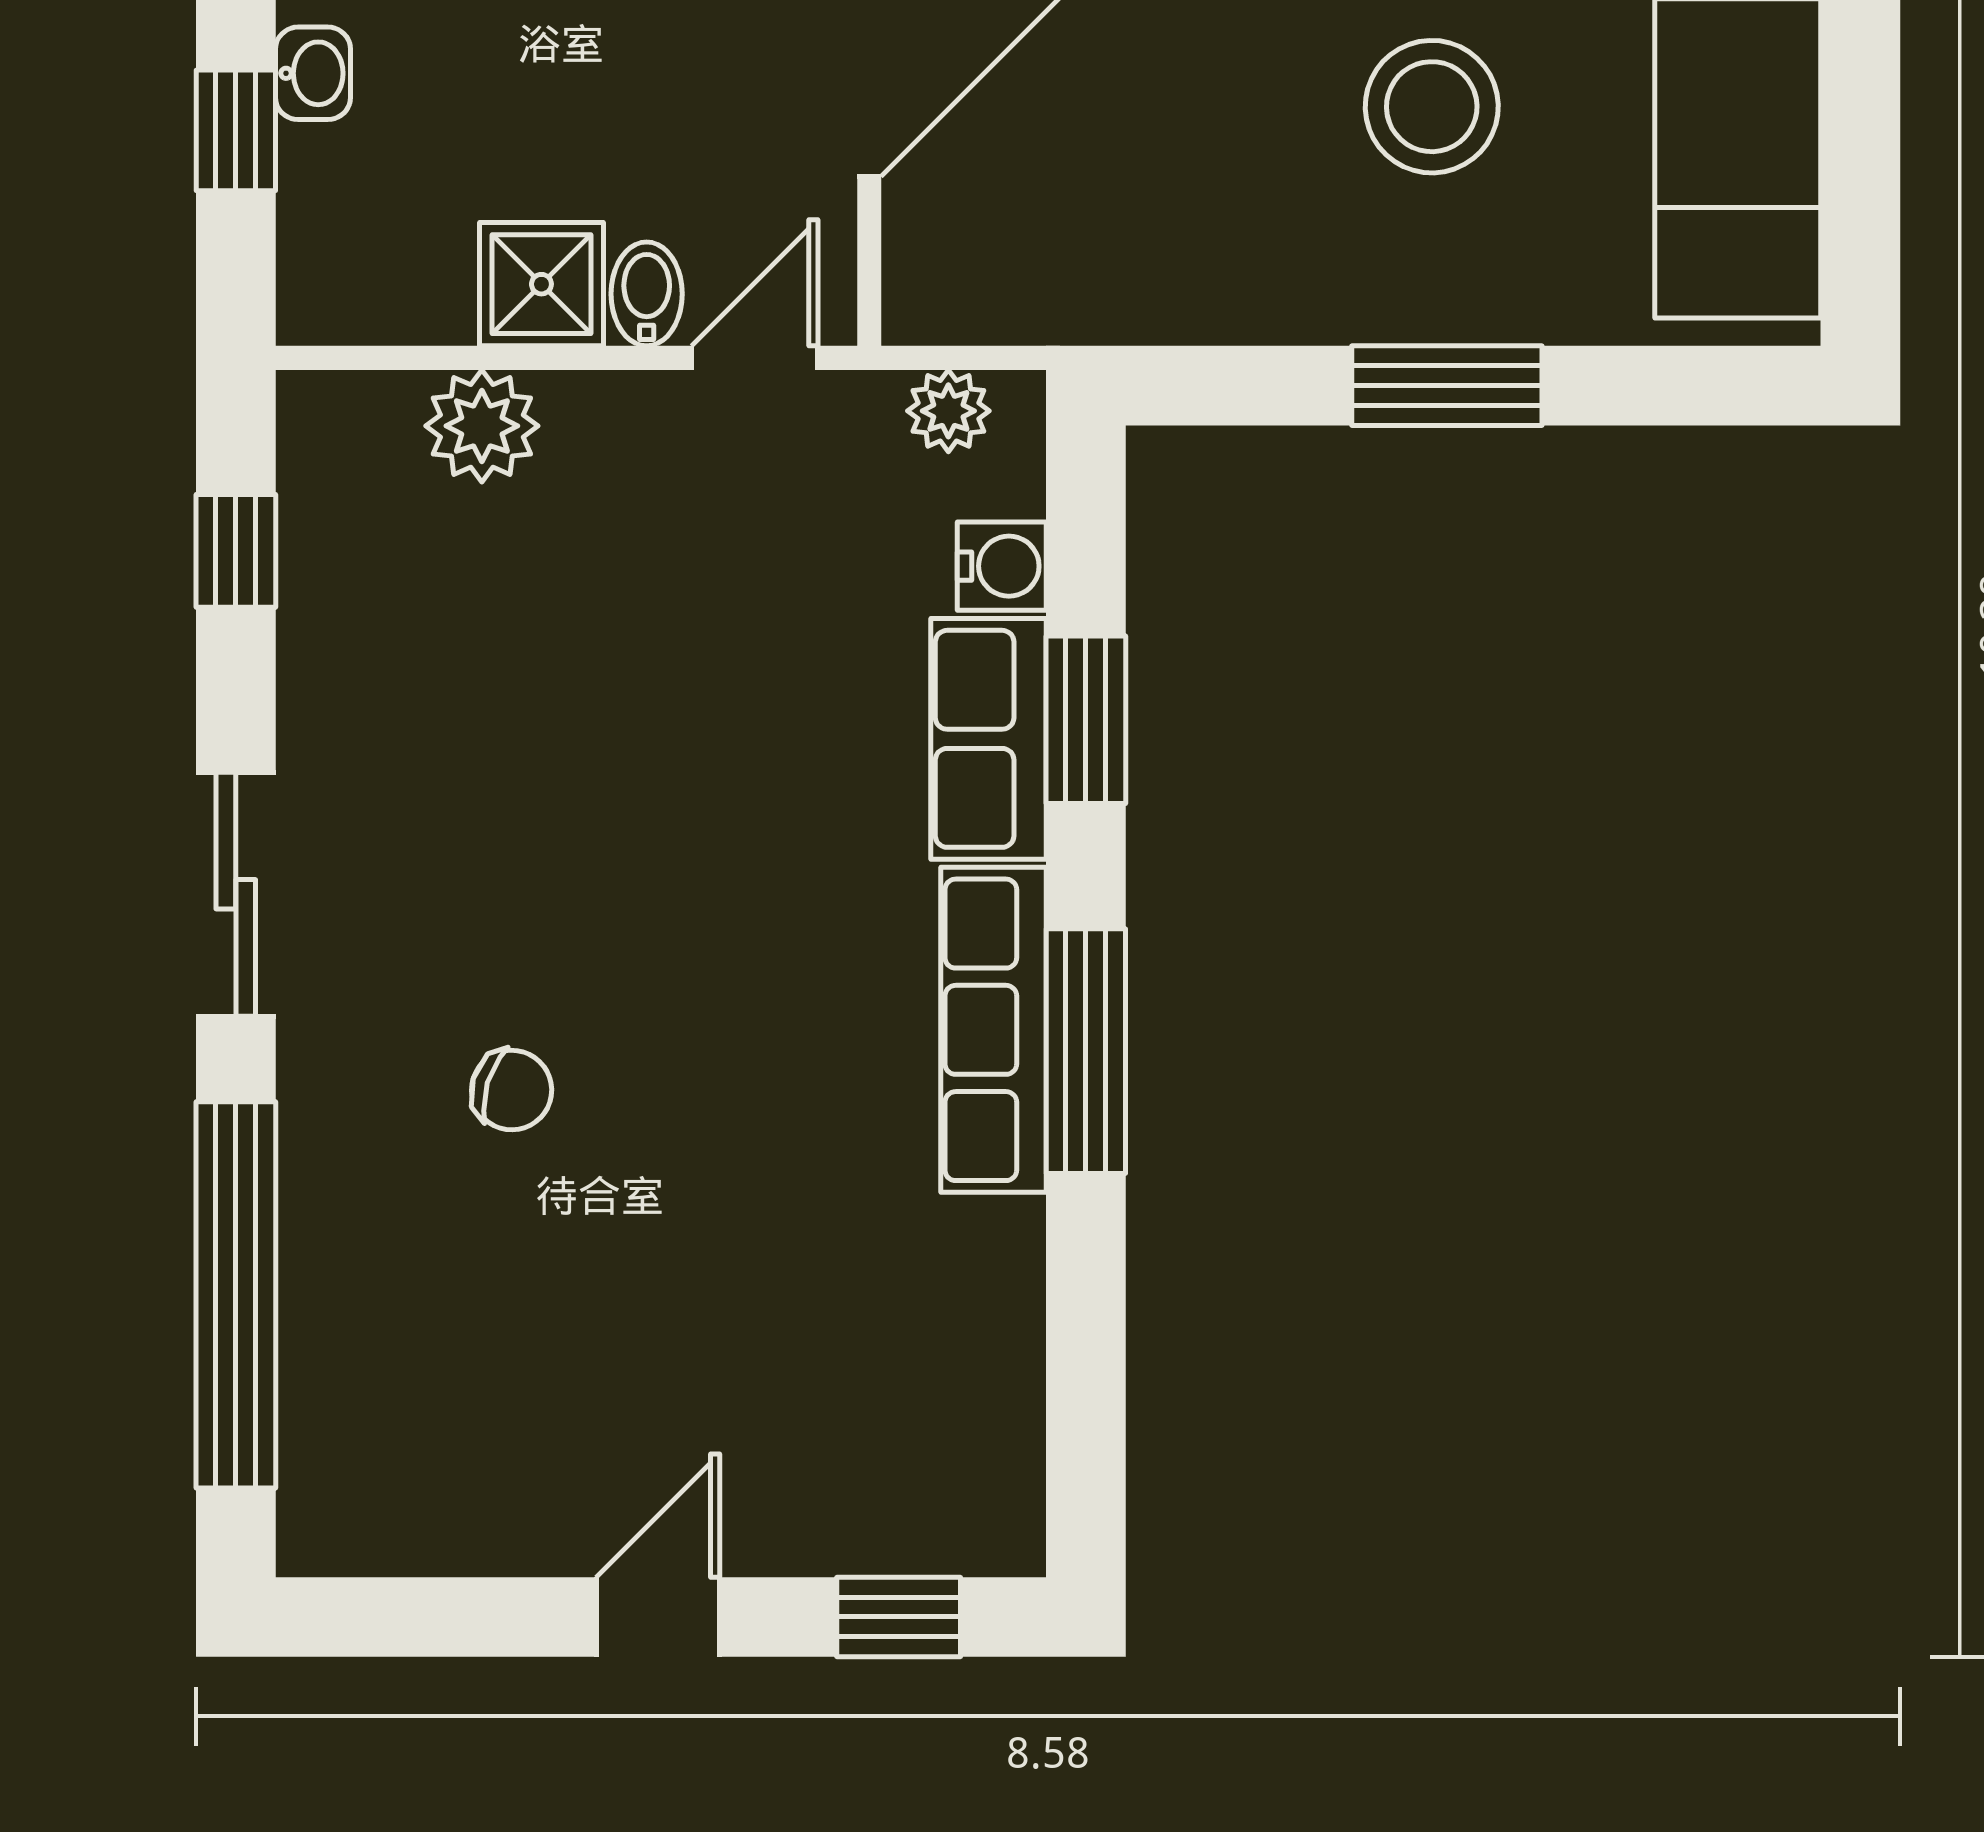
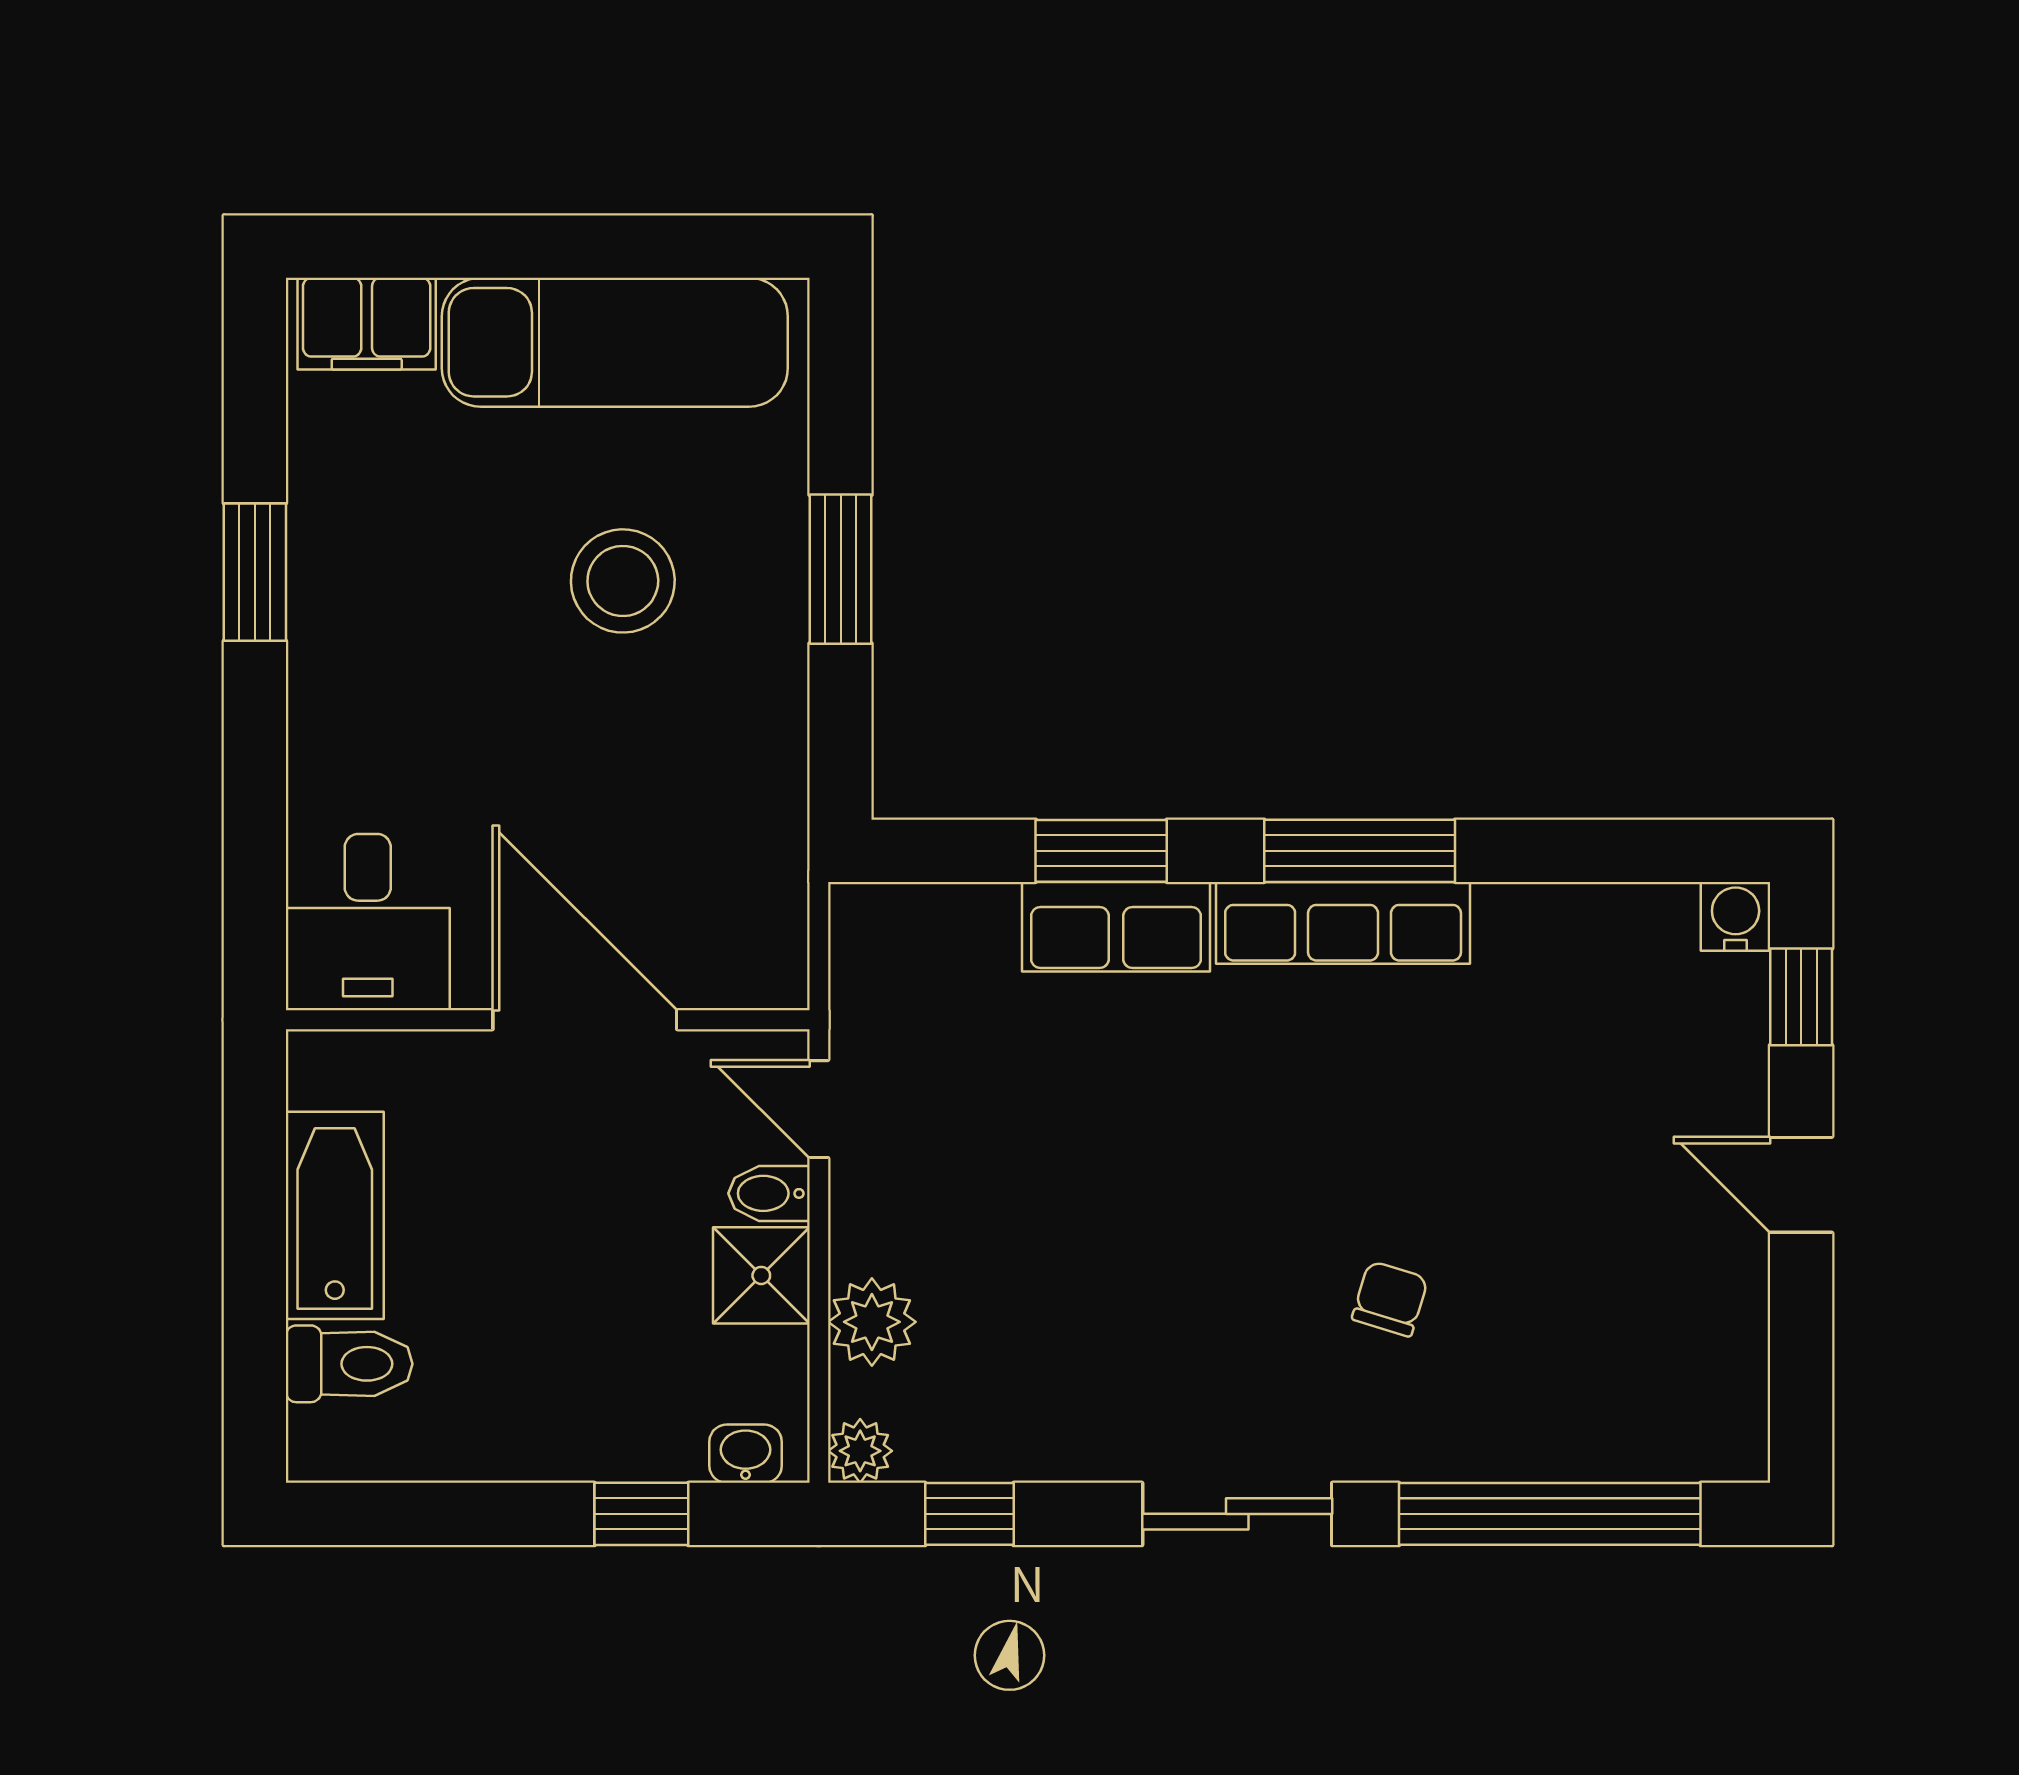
washbasin: (313, 73) -> (746, 1454), moved
plant: (948, 411) -> (860, 1451), moved
water cooler: (1002, 566) -> (1736, 916), moved

